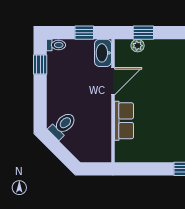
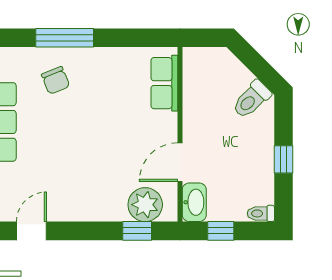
plant: (138, 46) -> (145, 205), width x1.87, depth x1.87
window: (40, 64) -> (284, 159), moved
row of seats: (124, 121) -> (164, 83), moved

